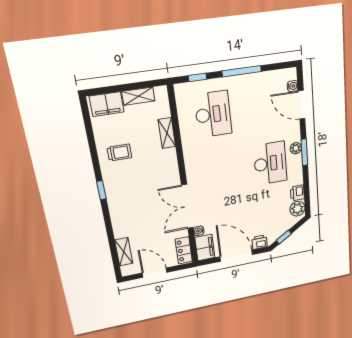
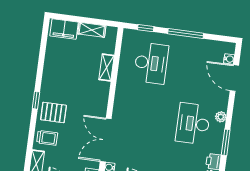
window: (304, 152) -> (226, 142), moved
trolley: (119, 153) -> (47, 138), moved
desk: (270, 163) -> (193, 124), turned 180
pallet: (125, 197) -> (54, 112), added

